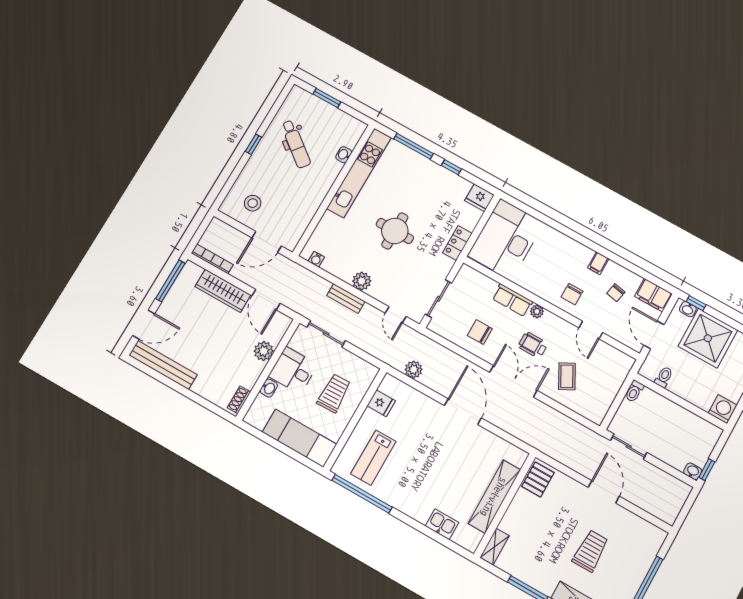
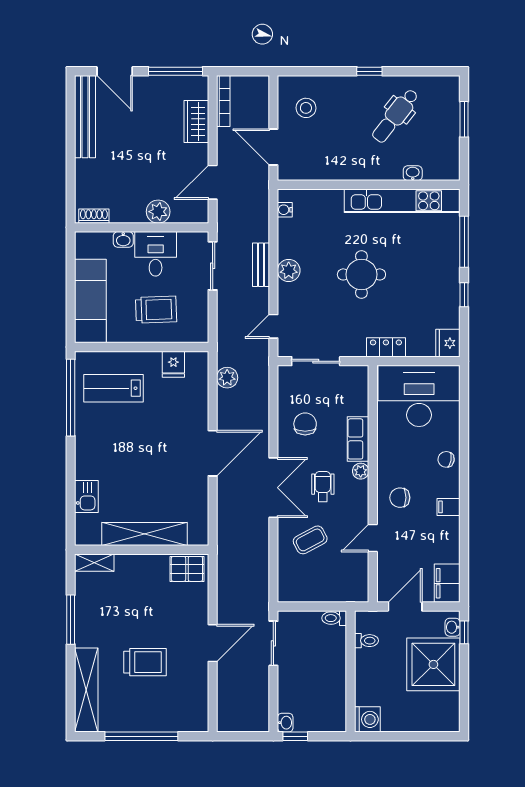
wardrobe: (223, 291) -> (196, 122), width x0.67
chair: (616, 293) -> (446, 459), moved

